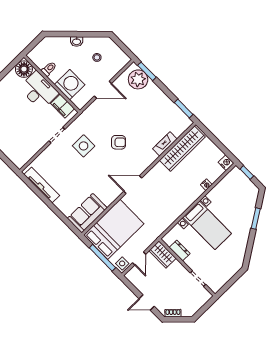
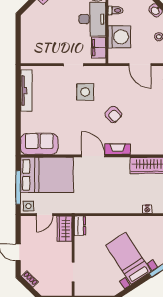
fireplace: (165, 144) -> (118, 149), moved
bed with nightstands: (207, 225) -> (128, 258), moved, turned 147
dresser: (180, 251) -> (80, 226), moved

